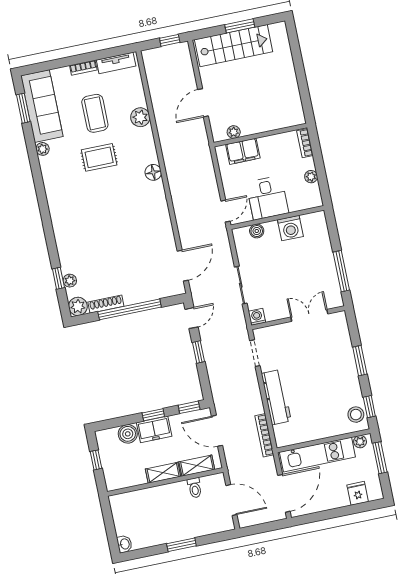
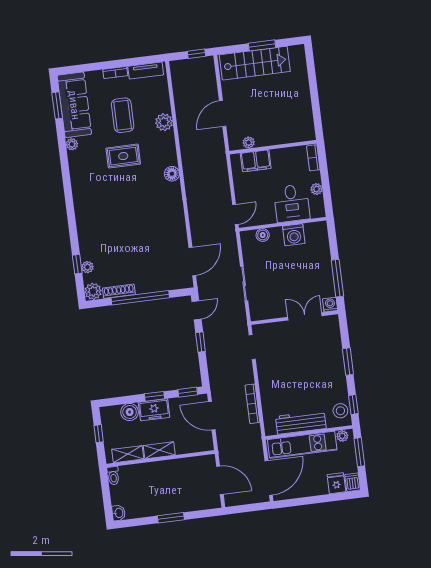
desk: (267, 198) -> (292, 203), moved
washing machine: (257, 317) -> (330, 305), moved
workbench: (276, 397) -> (301, 422), moved, turned -90
bookcase: (264, 435) -> (252, 404), moved
shelving: (197, 466) -> (128, 454), moved
toilet: (195, 488) -> (113, 476), moved
dishwasher: (375, 491) -> (353, 482), added

